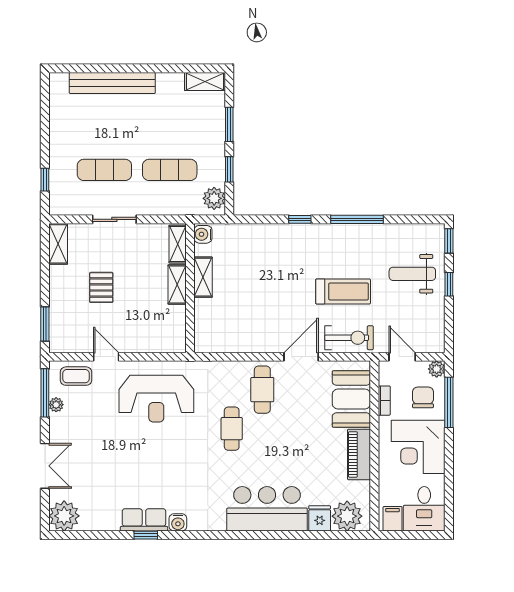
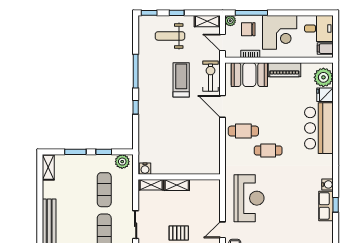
weight bench: (412, 274) -> (170, 36), turned 90
shelving: (203, 277) -> (207, 21), moved
door: (402, 357) -> (223, 42), hinge flipped

